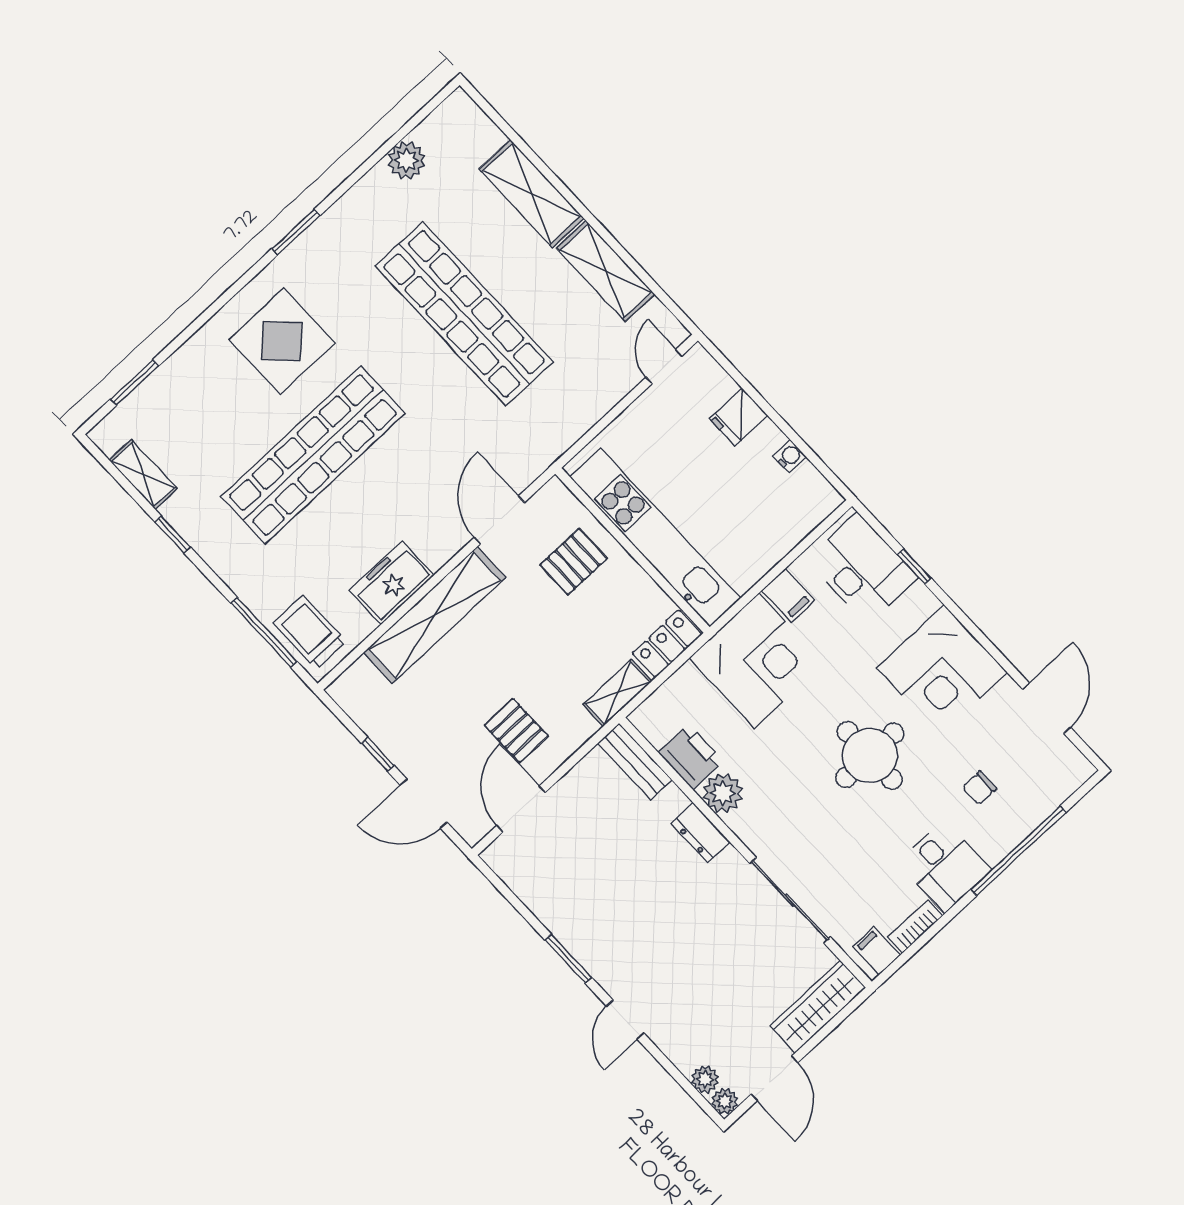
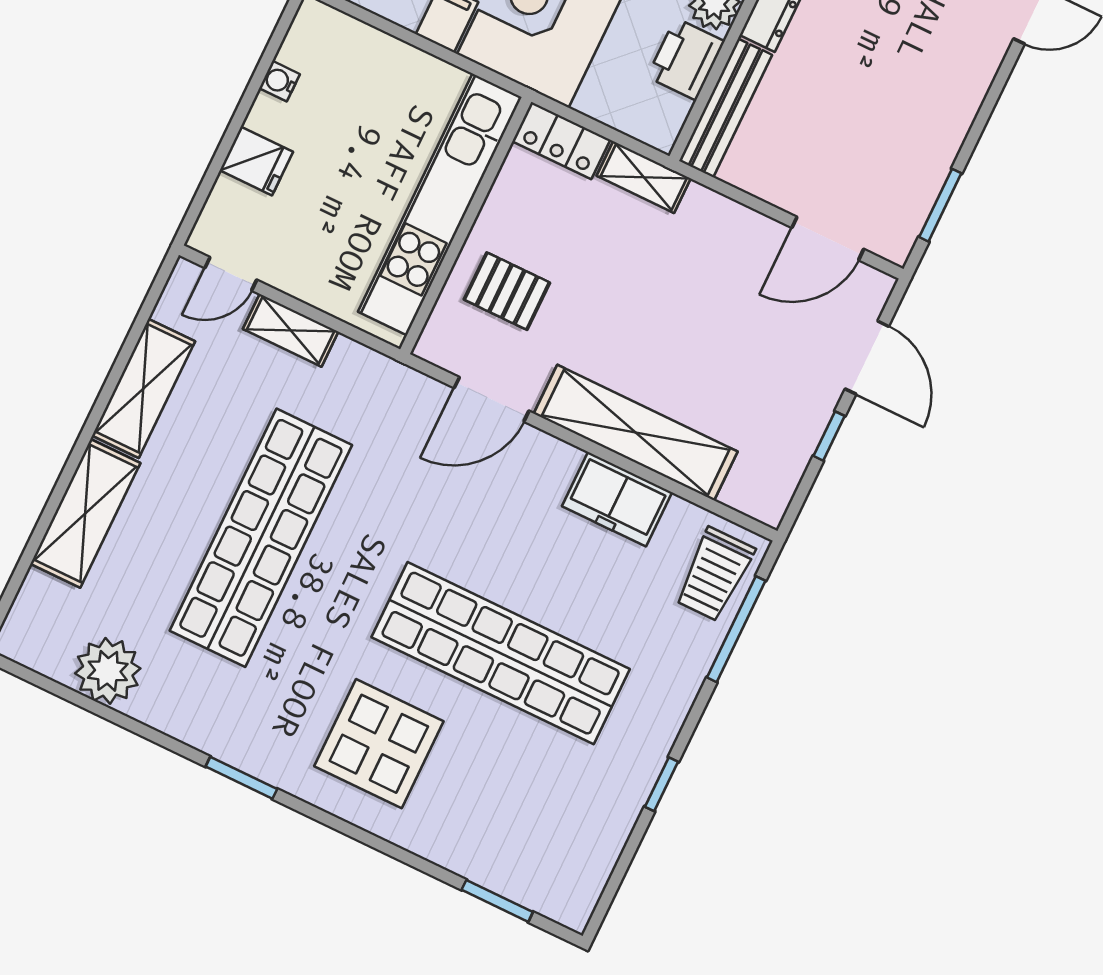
plant: (406, 160) -> (108, 671), width x1.36, depth x1.36
shelving: (143, 474) -> (291, 330), moved, turned 90
pallet: (516, 731) -> (736, 281), removed
bench: (635, 761) -> (726, 108), width x1.36
window: (568, 959) -> (940, 205), moved

